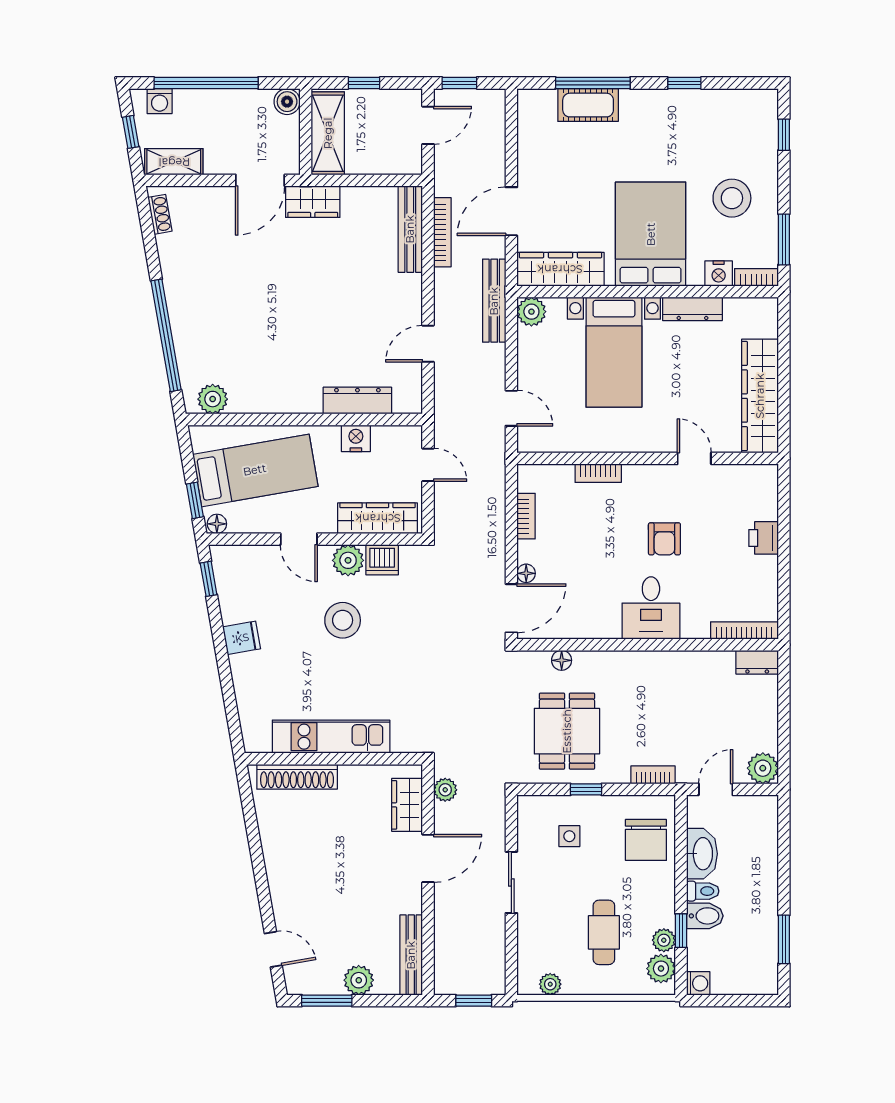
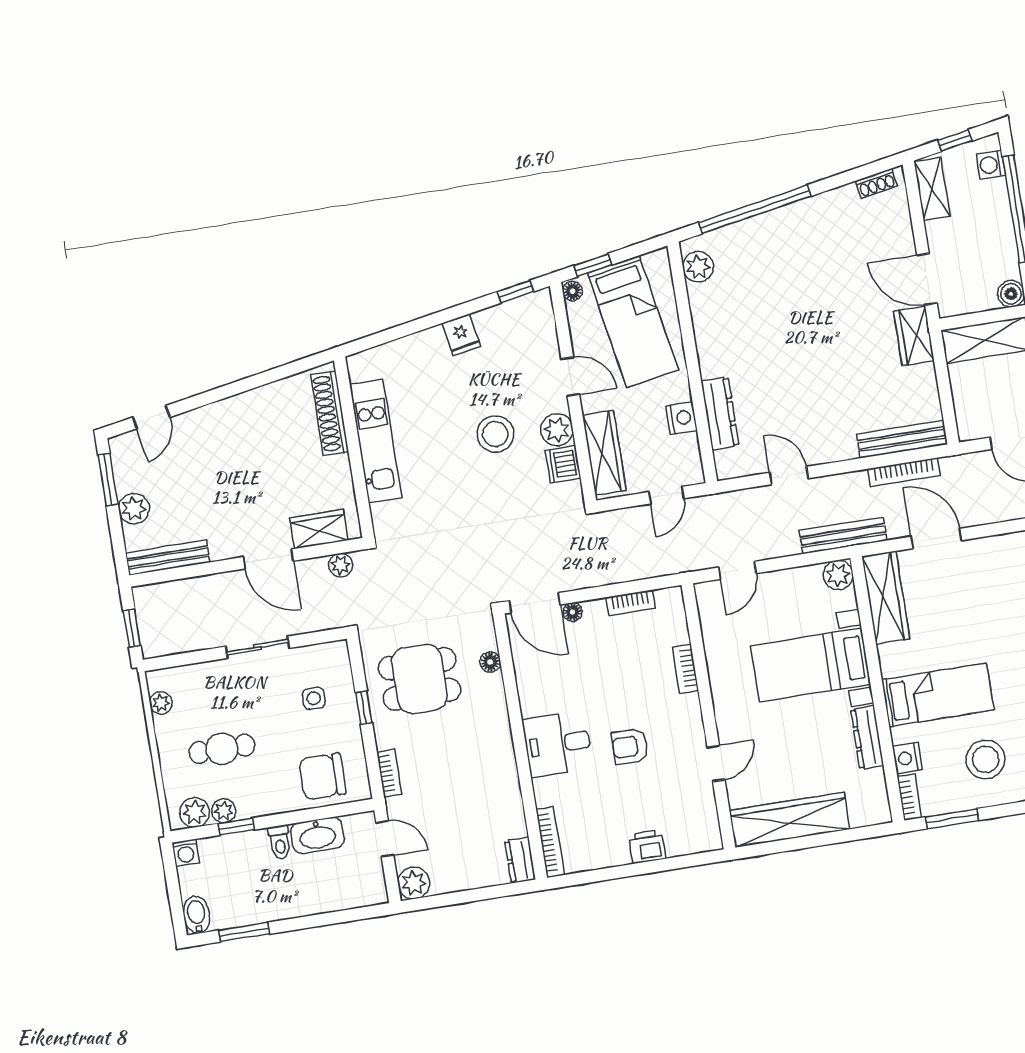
bed: (651, 234) -> (938, 695), width x0.67
door: (299, 539) -> (570, 377), swing flipped
bidet: (705, 916) -> (197, 915), moved, turned 180

